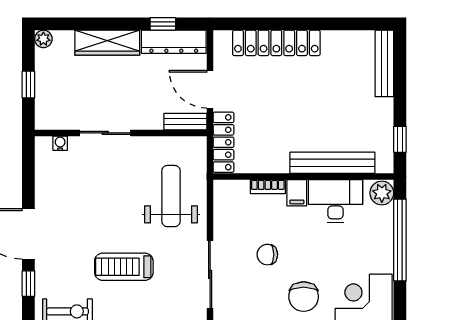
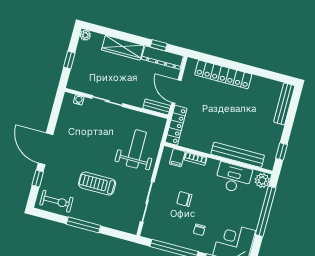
filing cabinet: (297, 193) -> (177, 158), moved
chair: (304, 297) -> (199, 230), width x0.54, depth x0.54

